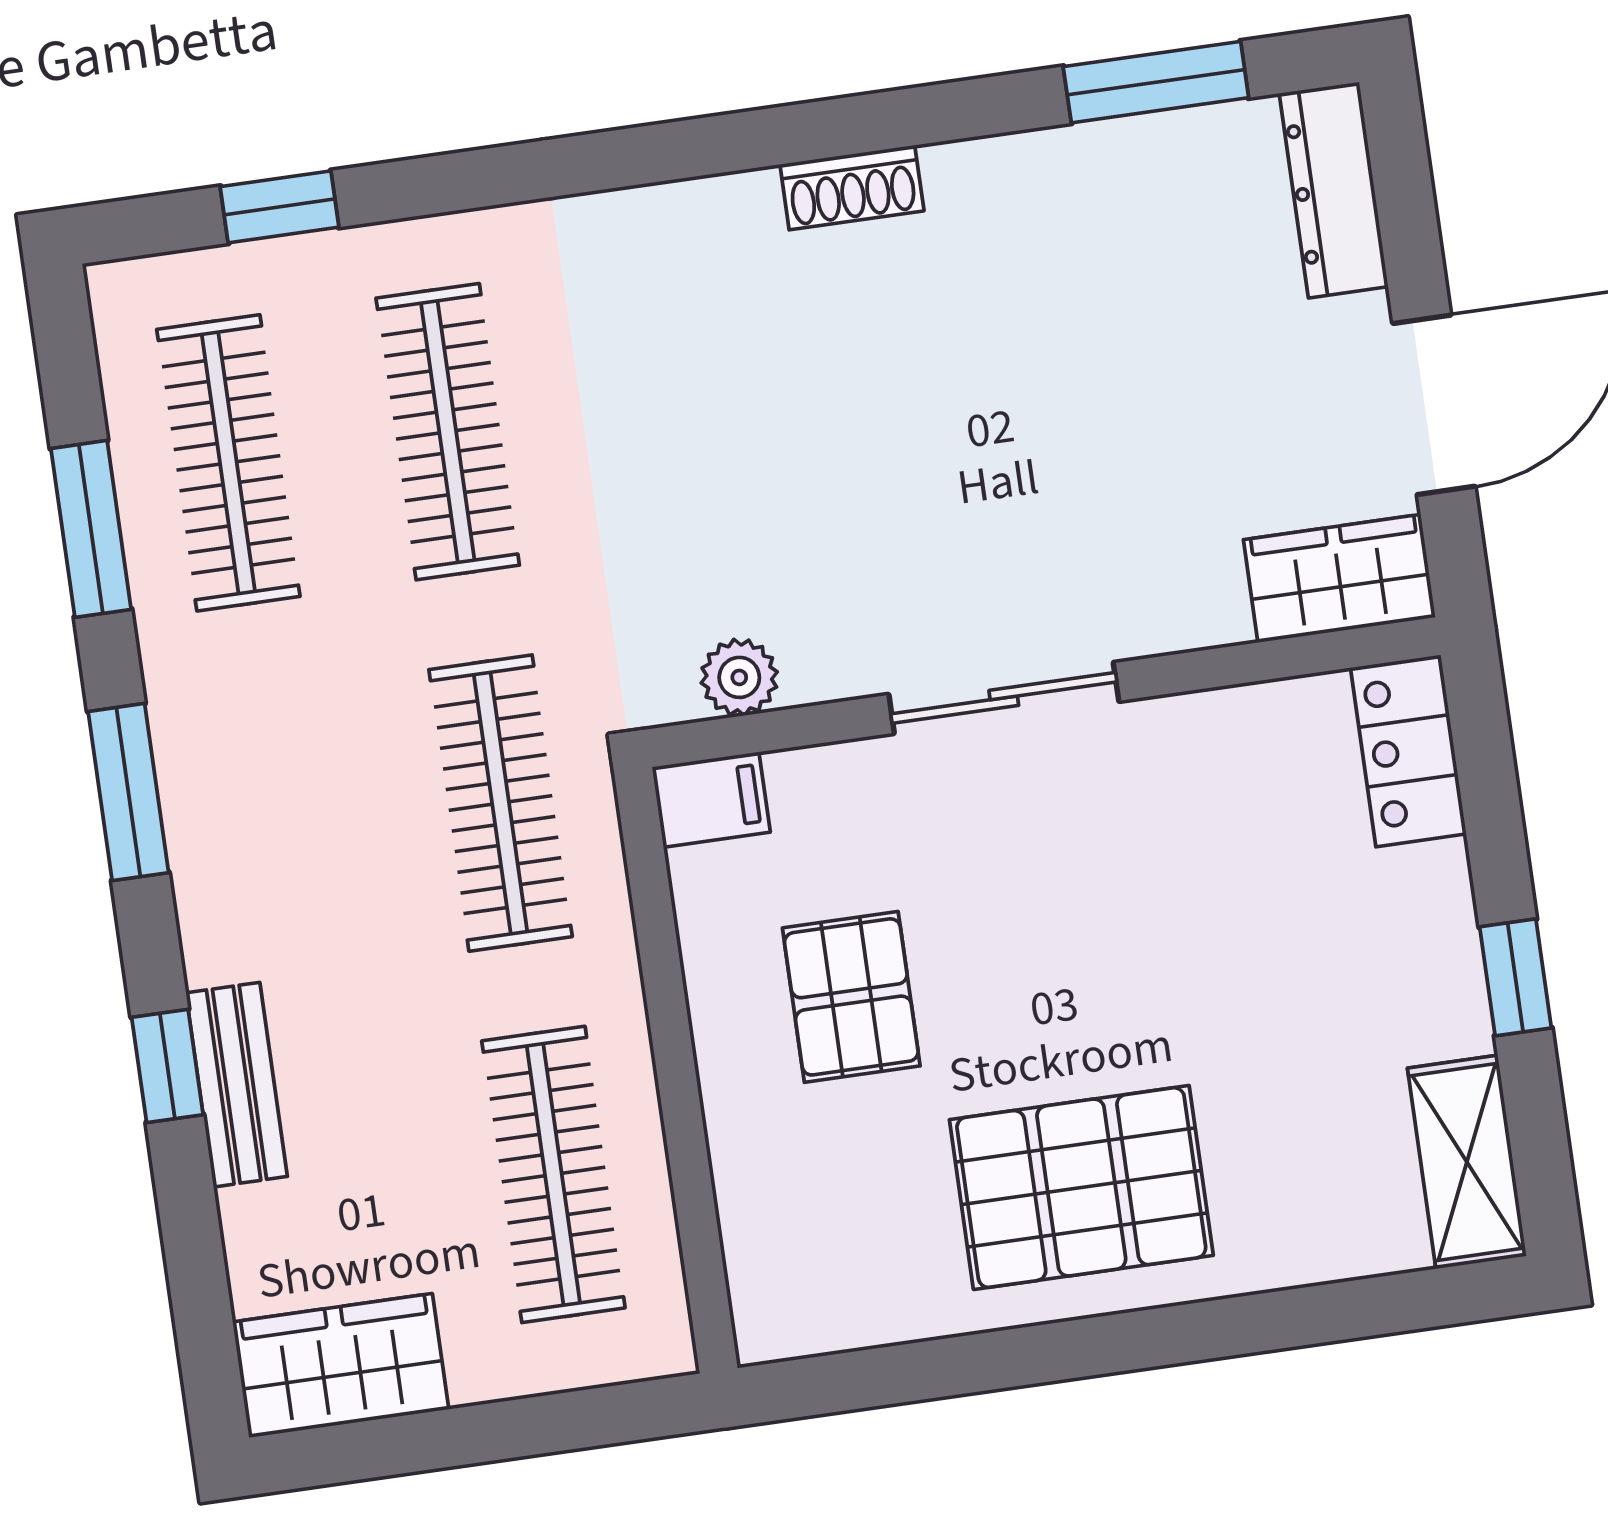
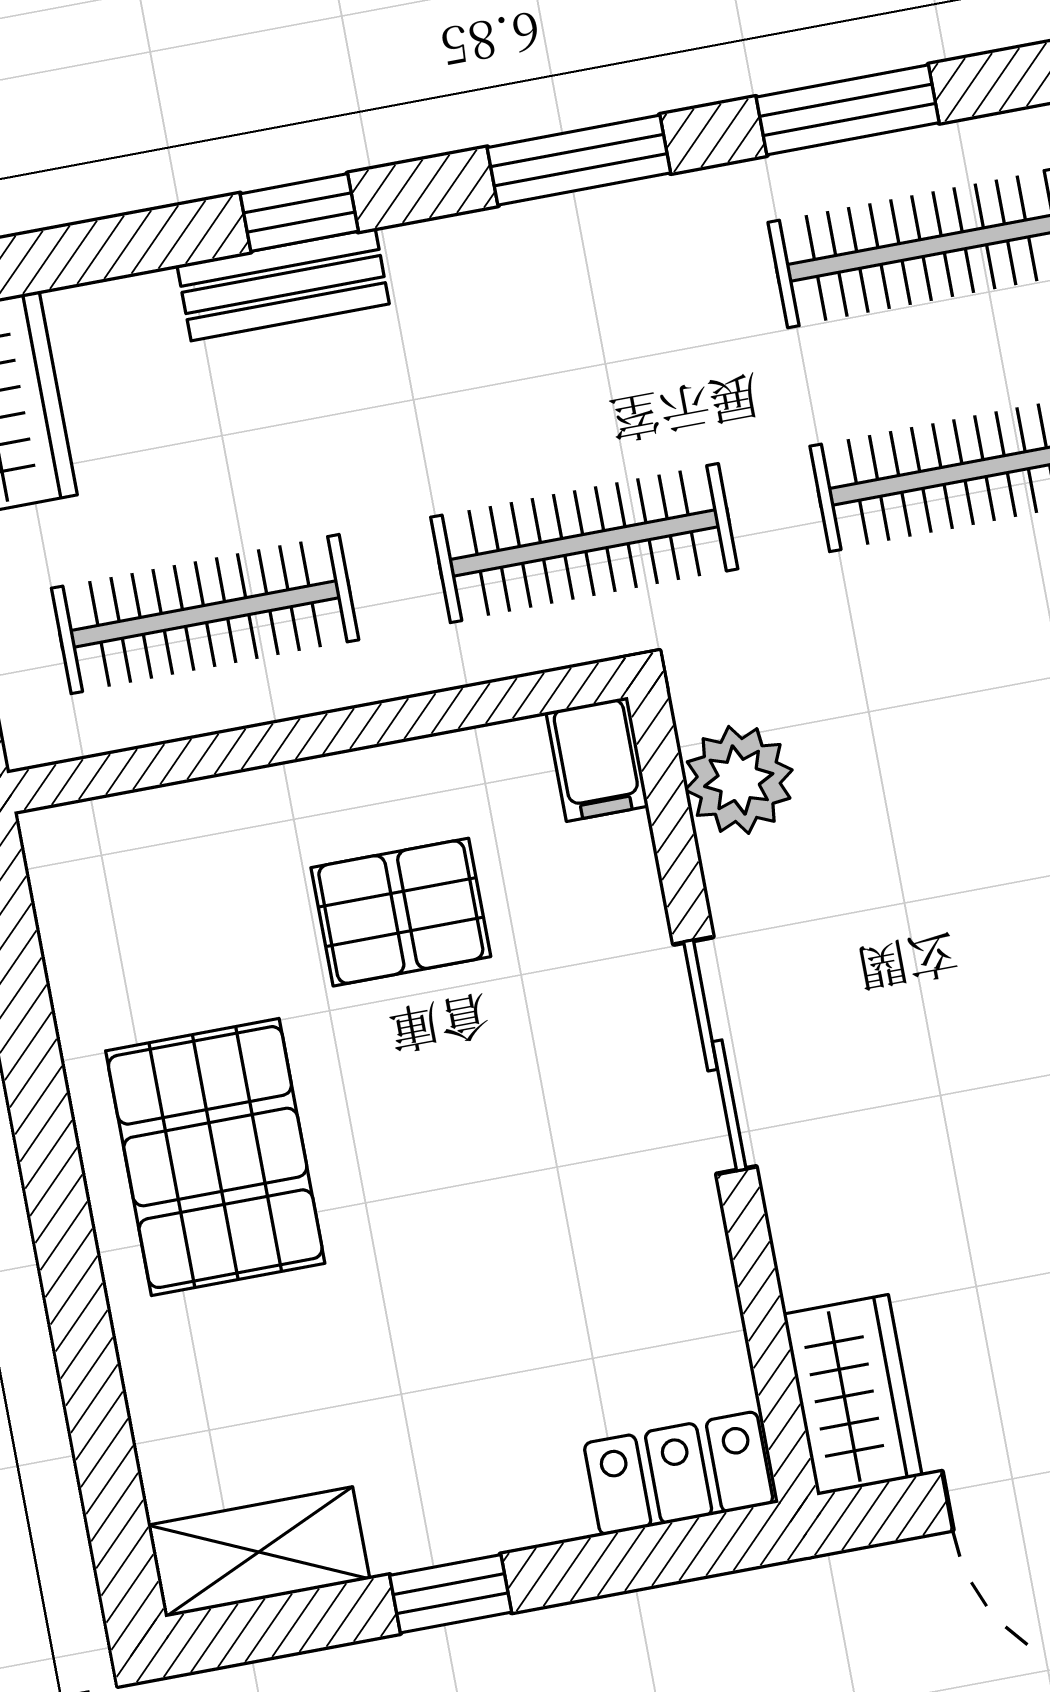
plant: (739, 677) -> (739, 780), width x1.38, depth x1.38

